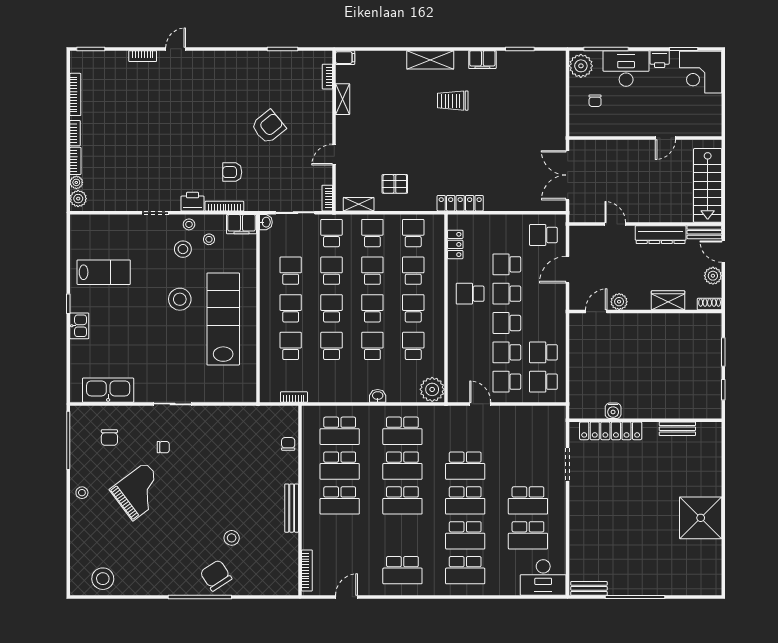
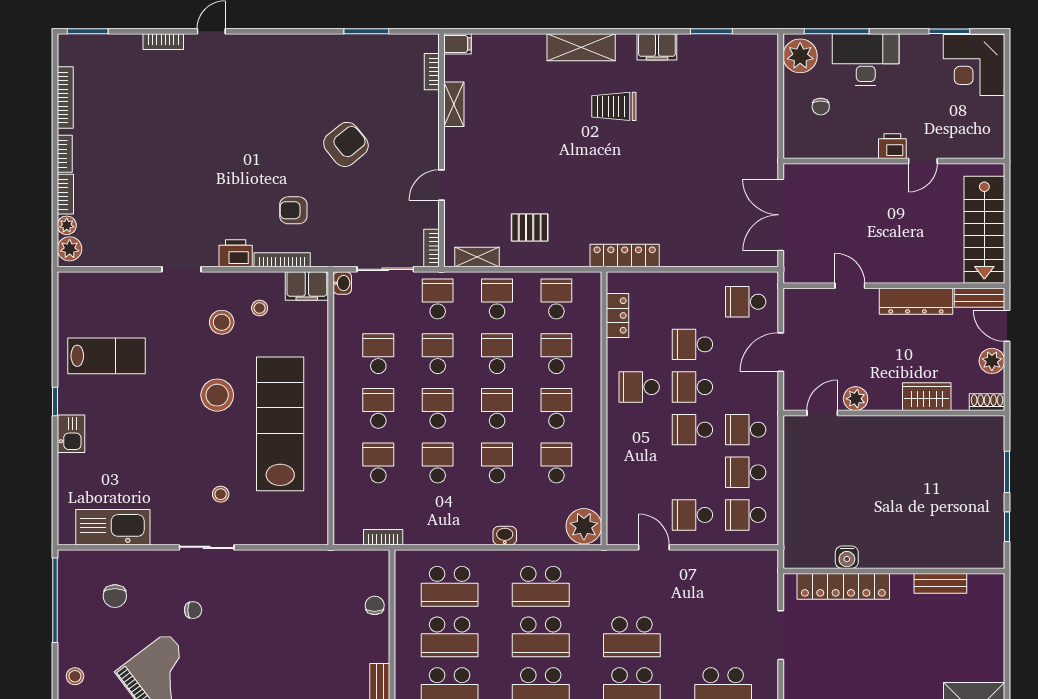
printer: (660, 59) -> (892, 146), moved, turned 180
stool: (189, 224) -> (221, 494), moved
school desk: (507, 352) -> (746, 430), moved

